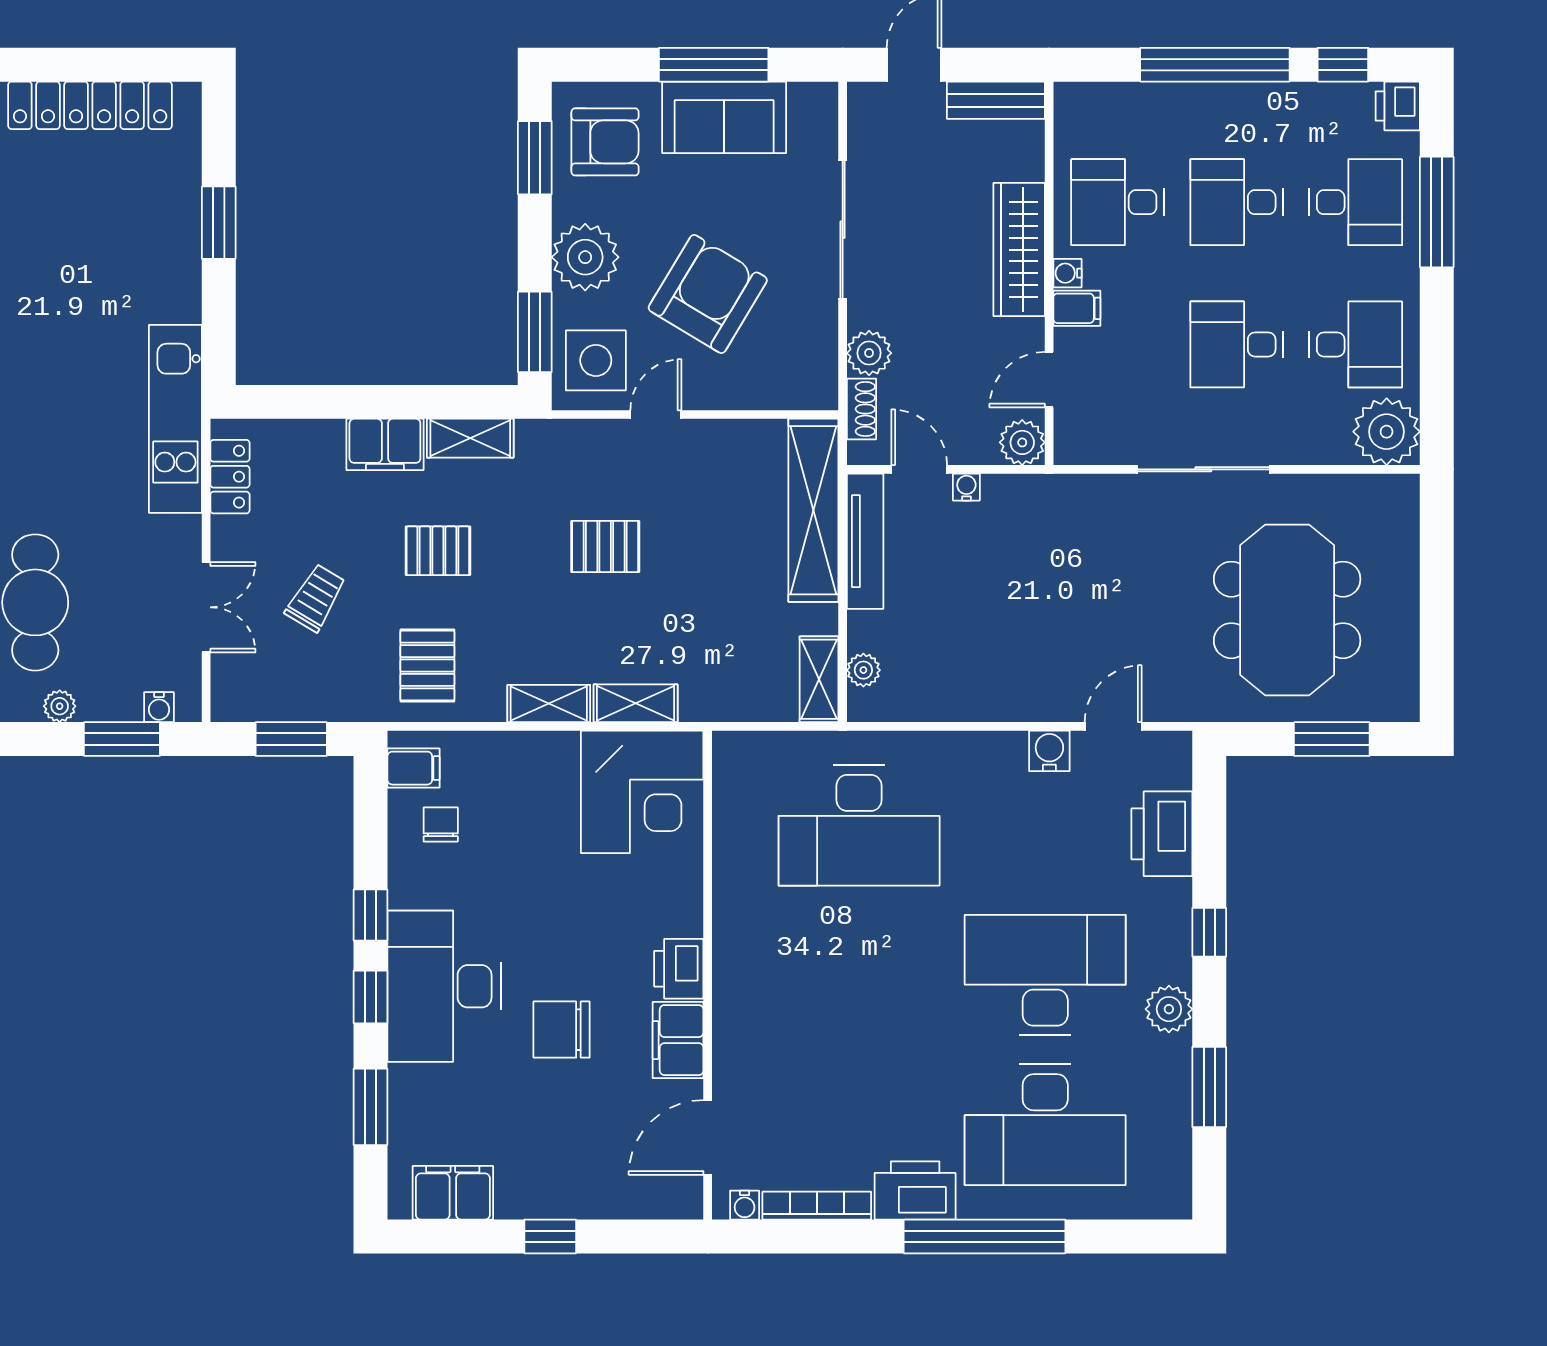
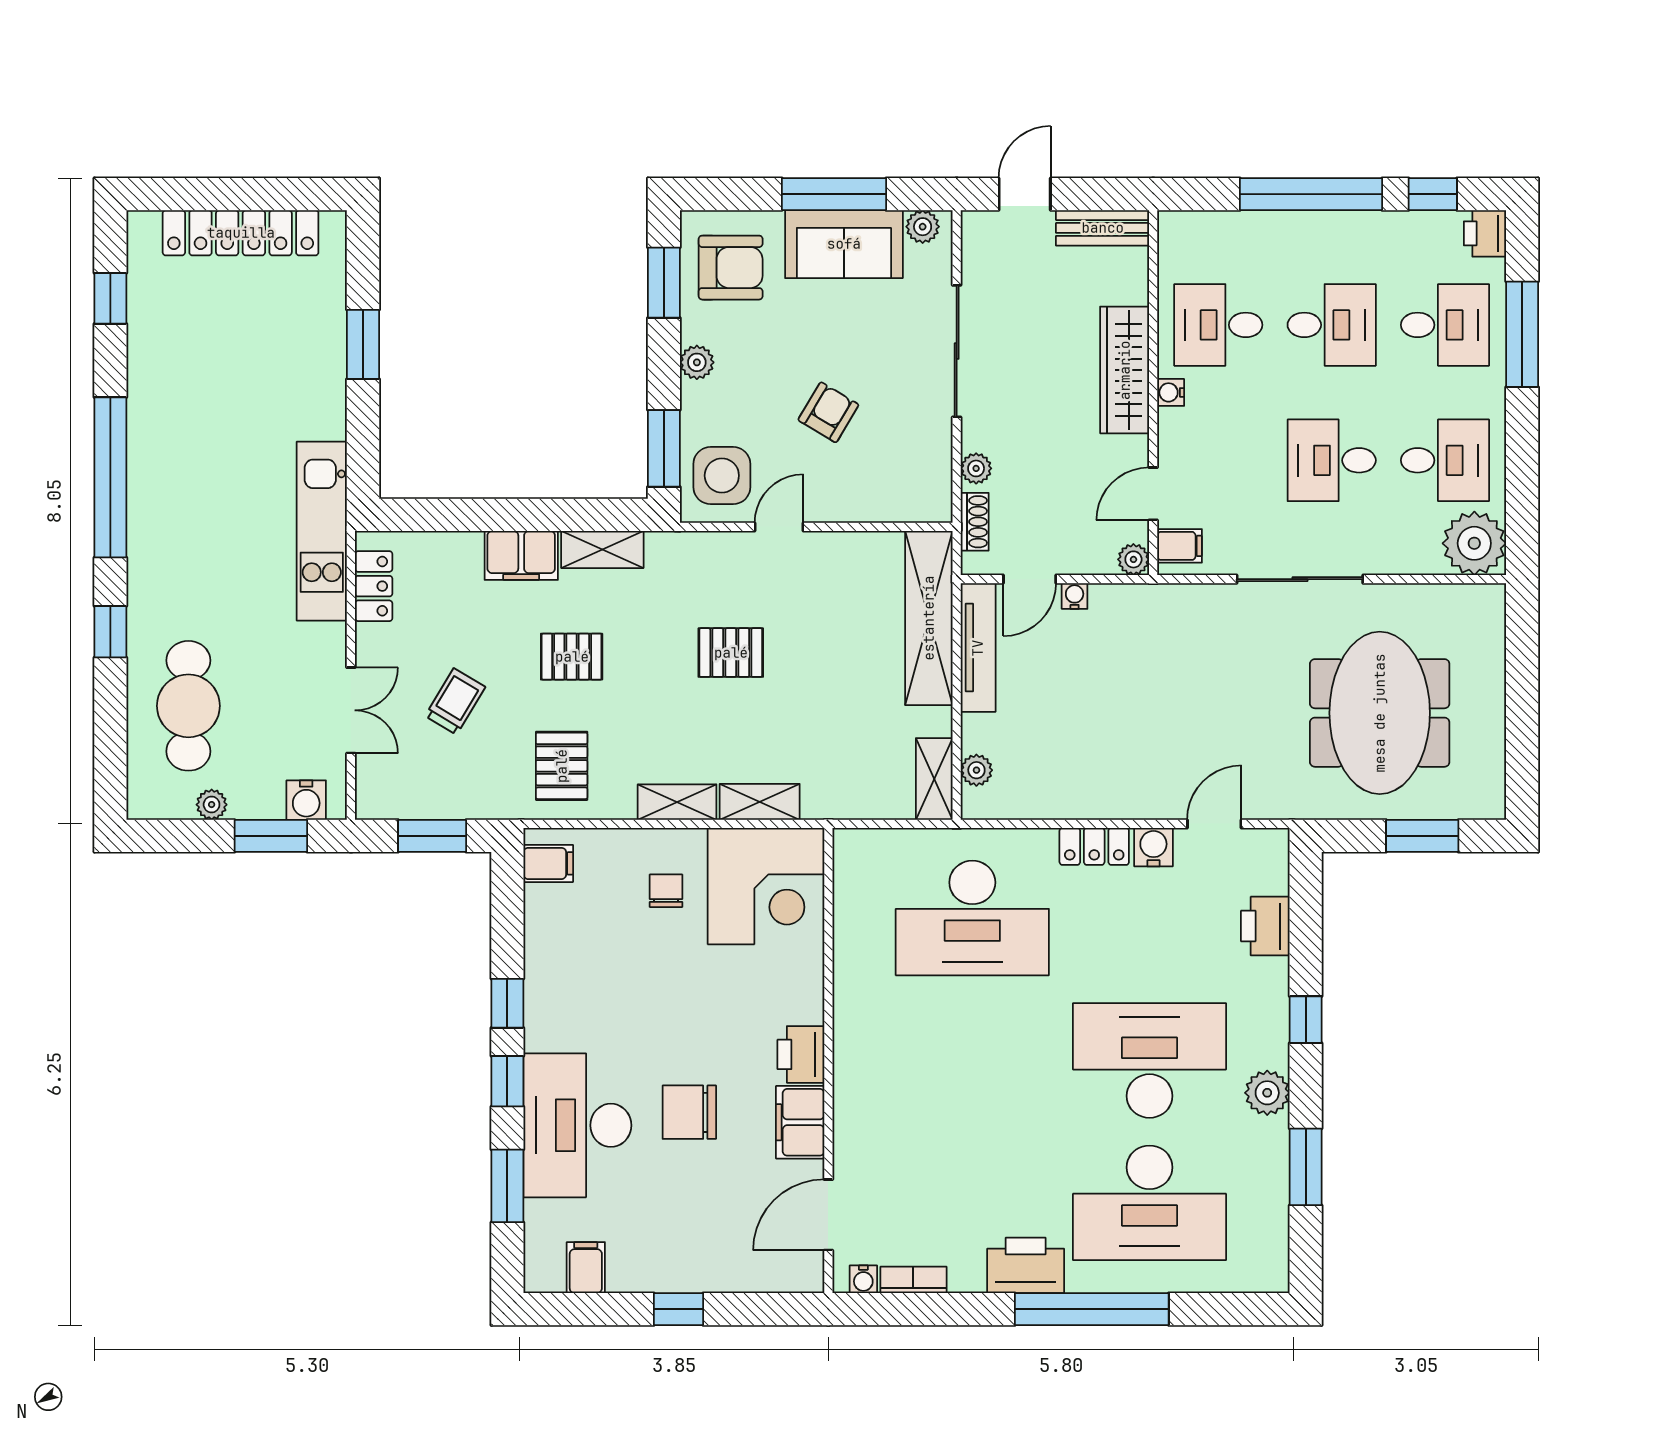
plant: (807, 99) -> (923, 227), added
desk: (1237, 202) -> (1332, 325), turned 180
plant: (585, 257) -> (697, 362), width x0.53, depth x0.53
armchair: (708, 294) -> (828, 412), width x0.53, depth x0.53
filing cabinet: (1077, 308) -> (1180, 546), moved
plant: (869, 353) -> (976, 468), width x0.73, depth x0.73
plant: (1022, 442) -> (1133, 559), width x0.73, depth x0.73
door: (919, 469) -> (1030, 579), swing flipped
water cooler: (159, 707) -> (306, 800), width x1.38, depth x1.38
locker: (987, 750) -> (1094, 846), added
chair: (441, 824) -> (666, 891), moved
printer: (1162, 834) -> (1265, 926), width x0.73, depth x0.84
desk: (444, 986) -> (577, 1125), moved
filing cabinet: (453, 1193) -> (586, 1268), width x0.50
bookcase: (817, 1206) -> (913, 1280), width x0.64

